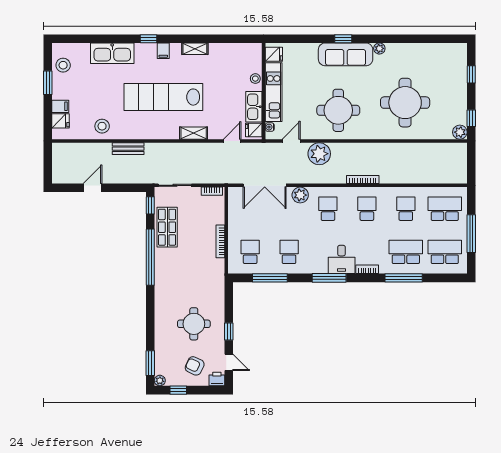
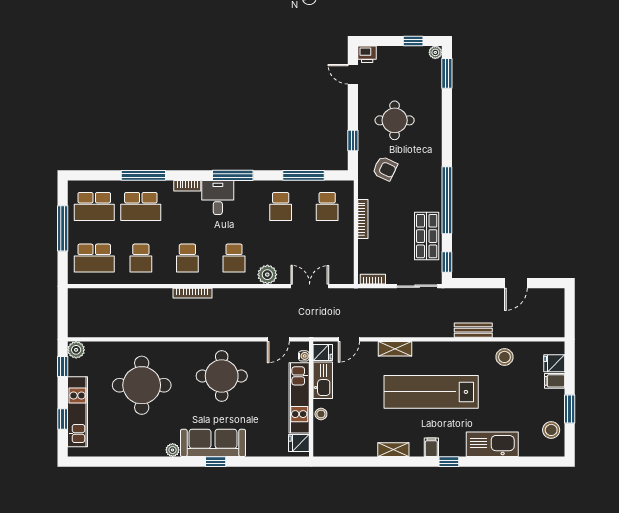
kitchen unit: (459, 80) -> (77, 412), added
lab bench: (163, 97) -> (431, 392), turned 180
plant: (319, 154) -> (245, 324), removed
double door: (265, 185) -> (310, 286), width x0.73
window: (229, 332) -> (353, 141), moved
armchair: (195, 366) -> (385, 169), moved

